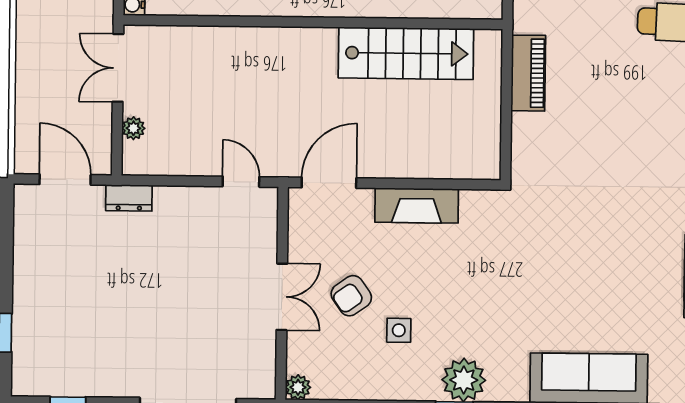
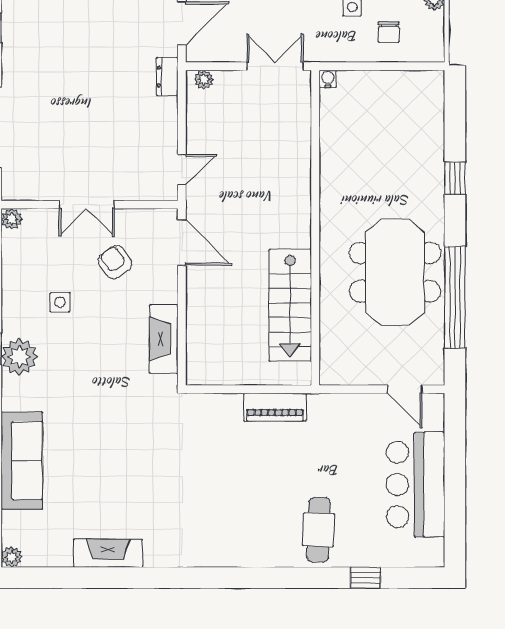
plant: (133, 128) -> (204, 80), moved
fireplace: (417, 206) -> (164, 339), moved
armchair: (351, 296) -> (115, 262), moved

